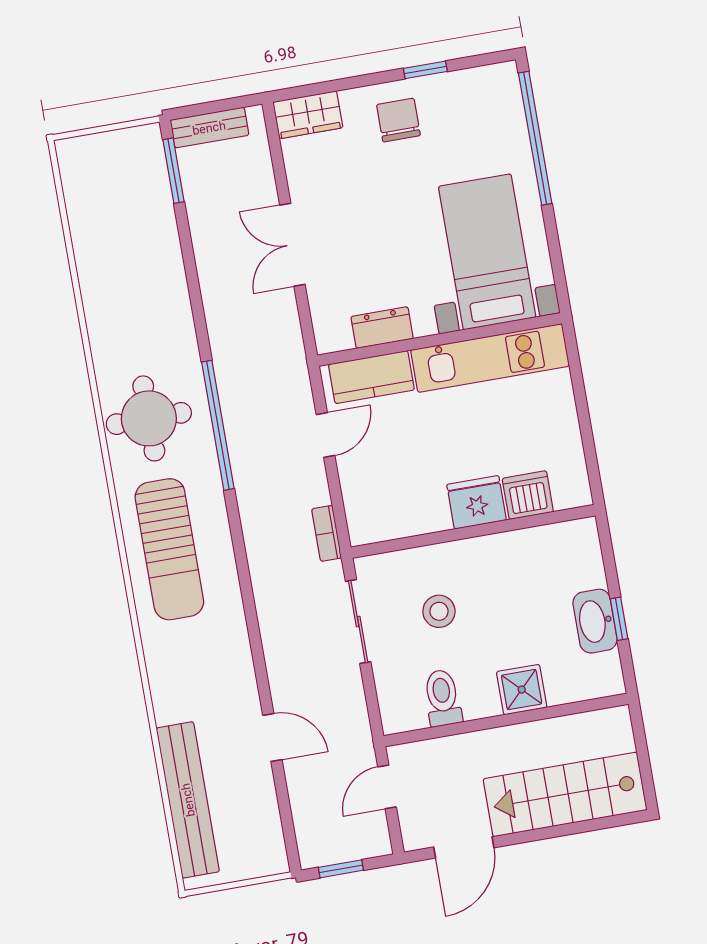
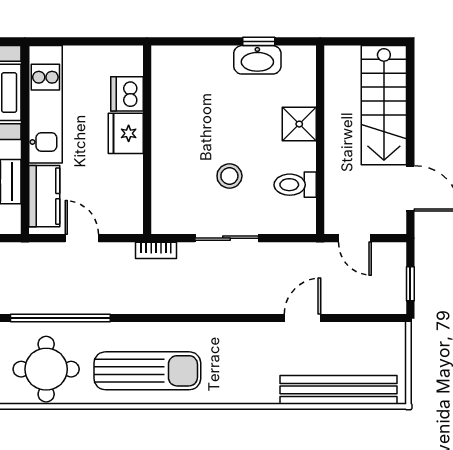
dishwasher: (528, 495) -> (127, 94), moved
fridge: (477, 502) -> (126, 133), moved
wall: (473, 531) -> (147, 140), moved

